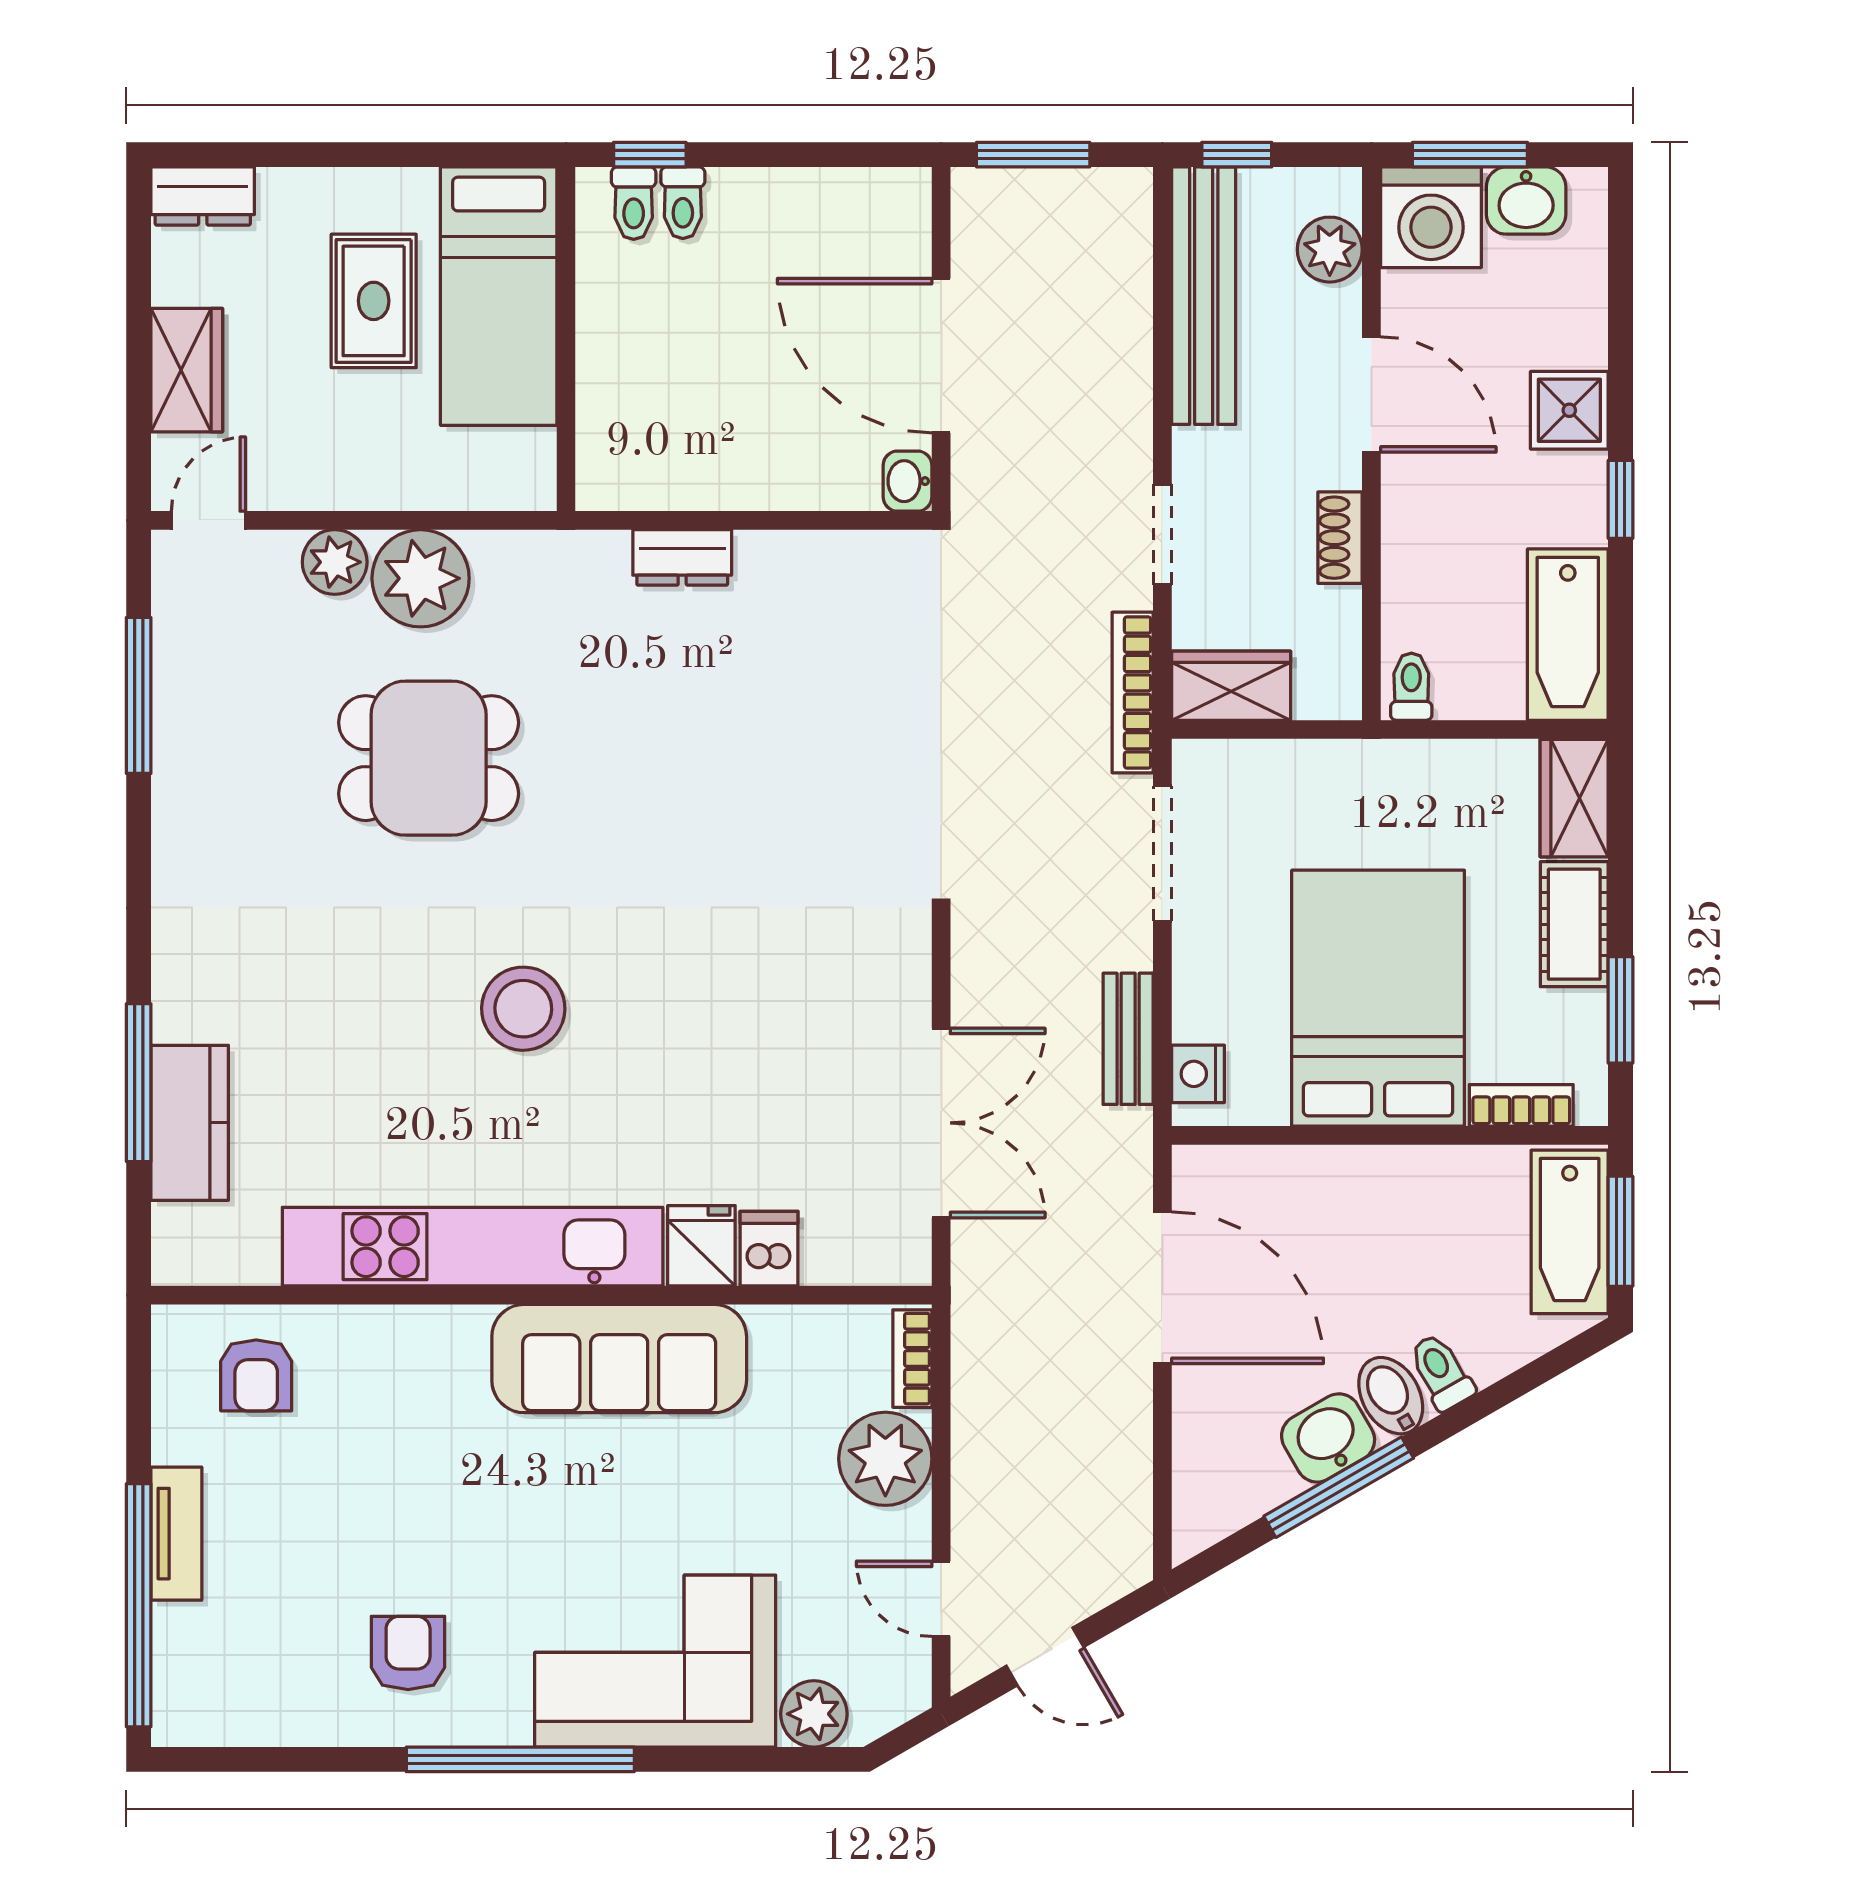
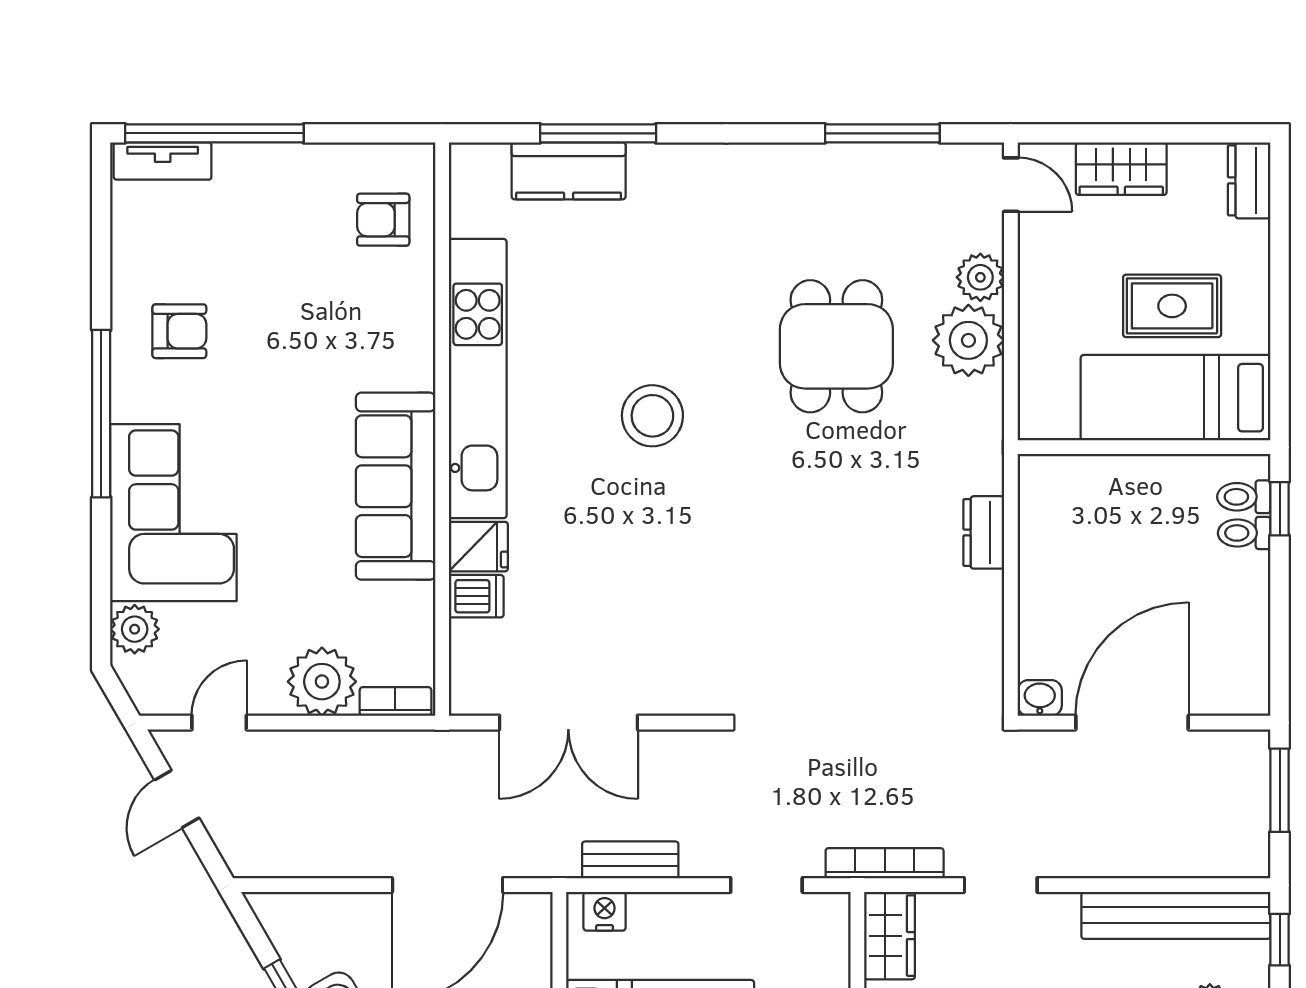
doorway: (1162, 853) -> (766, 885), width x0.73
tv unit: (176, 1534) -> (163, 161), moved

